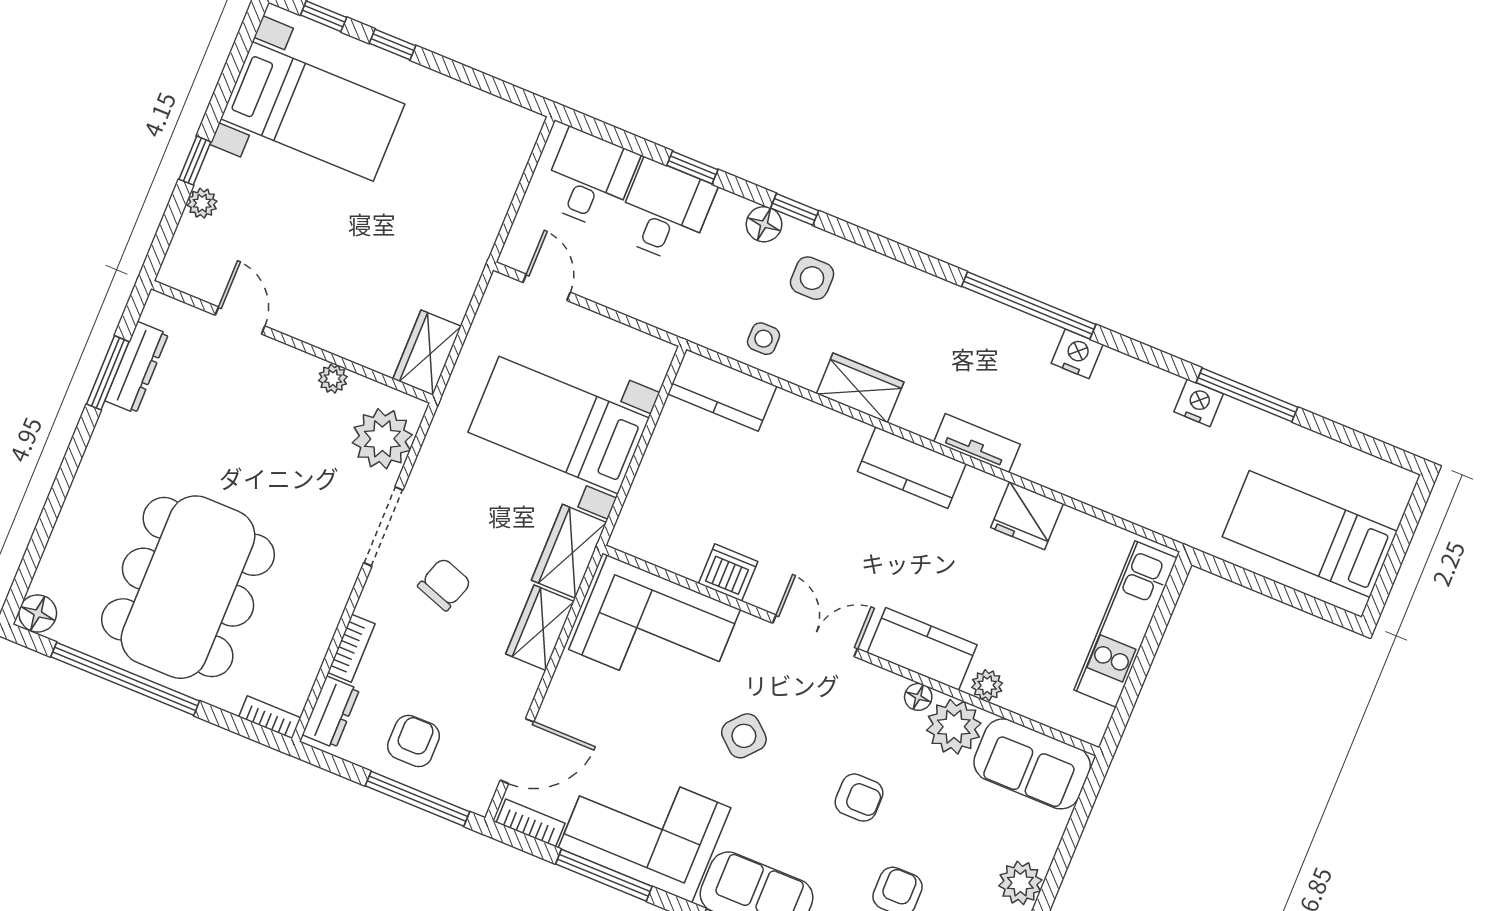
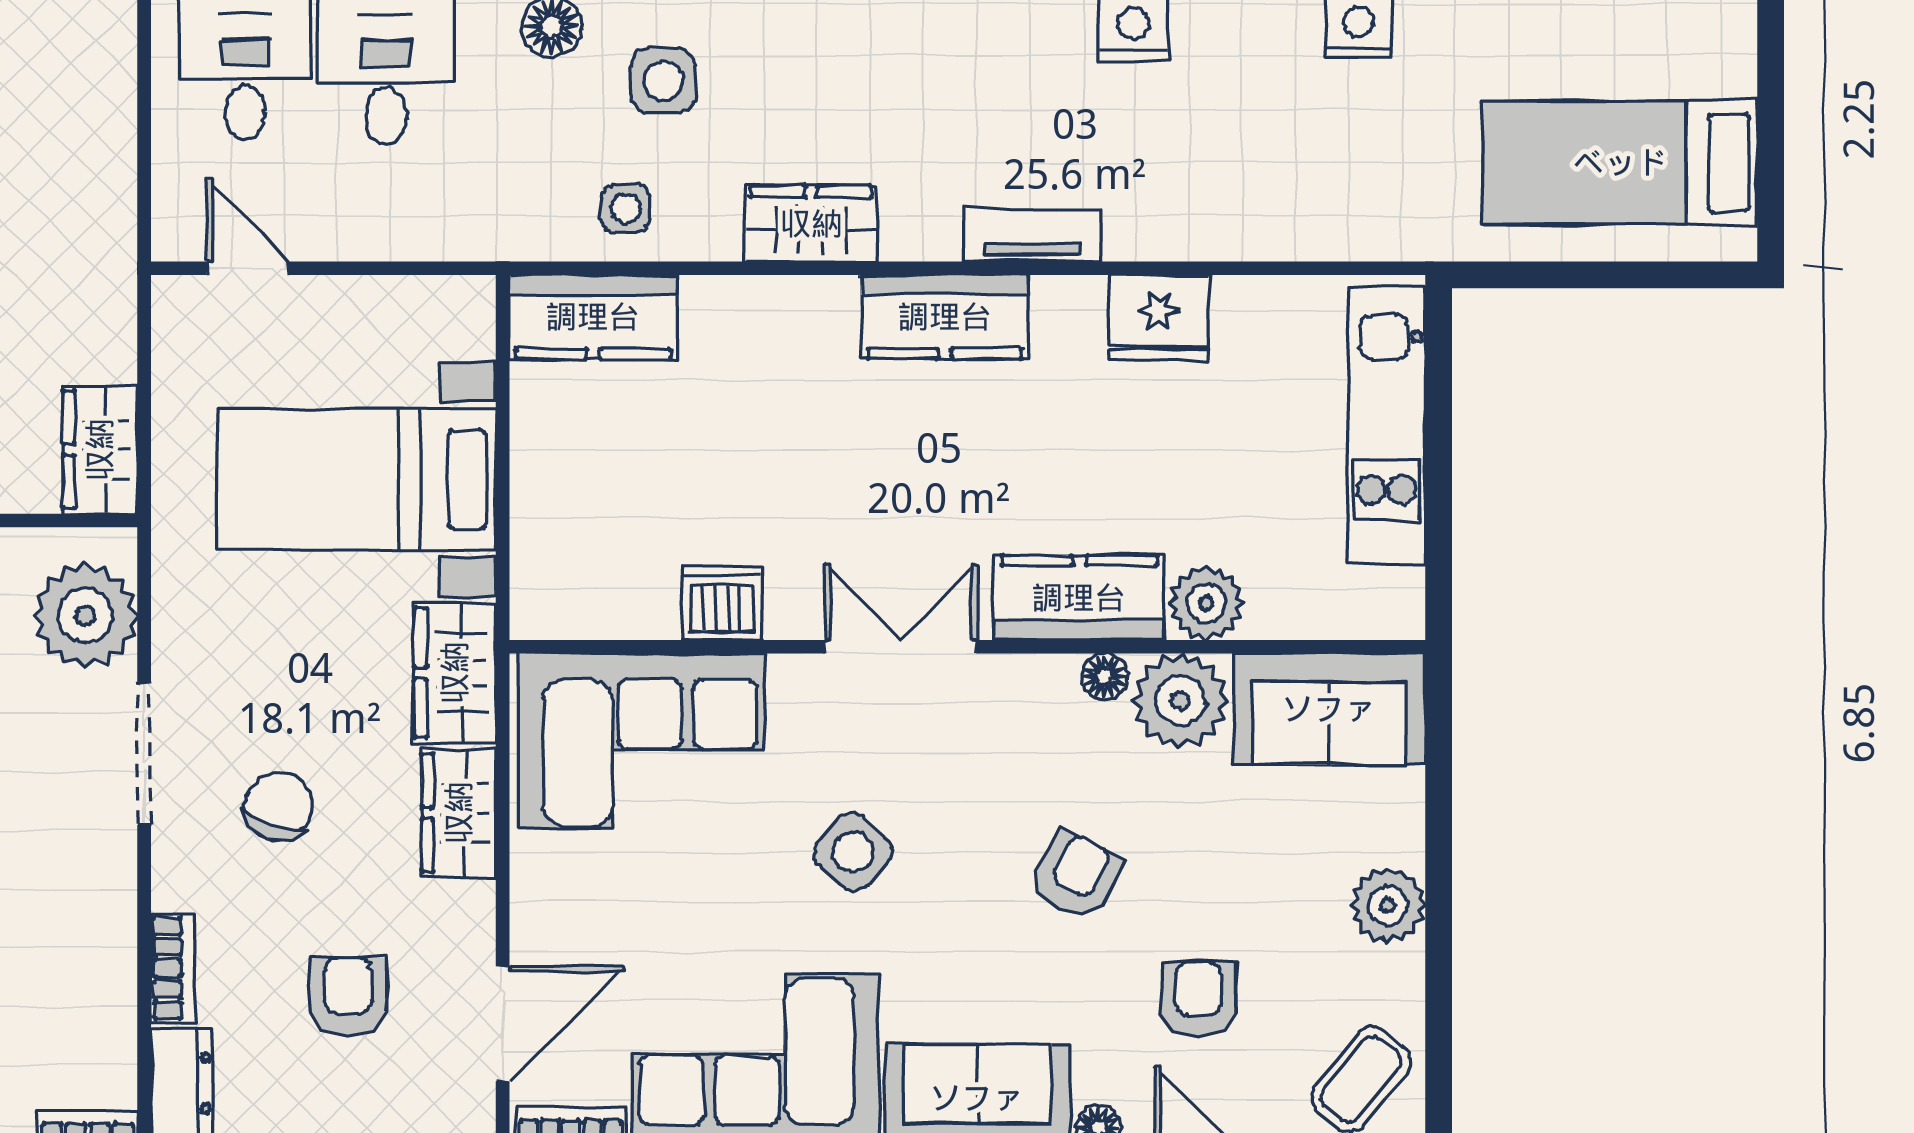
plant: (987, 685) -> (1206, 603), width x1.38, depth x1.38
armchair: (414, 741) -> (348, 997), moved
armchair: (859, 798) -> (1076, 875), turned -62

